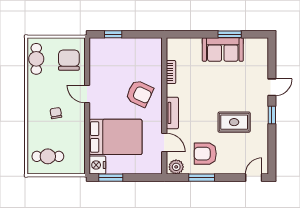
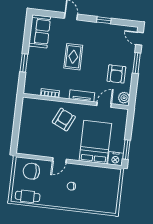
window: (113, 34) -> (15, 135), removed
window: (230, 34) -> (24, 63), moved
sofa: (223, 50) -> (40, 31), moved
window: (272, 115) -> (104, 20), moved
rug: (234, 122) -> (73, 57), moved
cafe table: (48, 156) -> (104, 196), removed
window: (202, 178) -> (137, 63), moved

